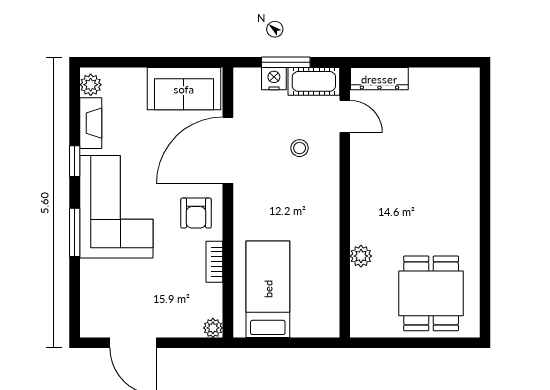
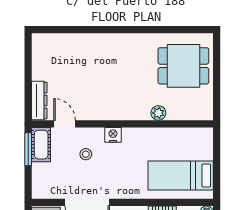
window: (286, 62) -> (28, 149), moved
nightstand: (274, 79) -> (113, 135), moved, turned 90
door: (345, 116) -> (65, 124), hinge flipped

